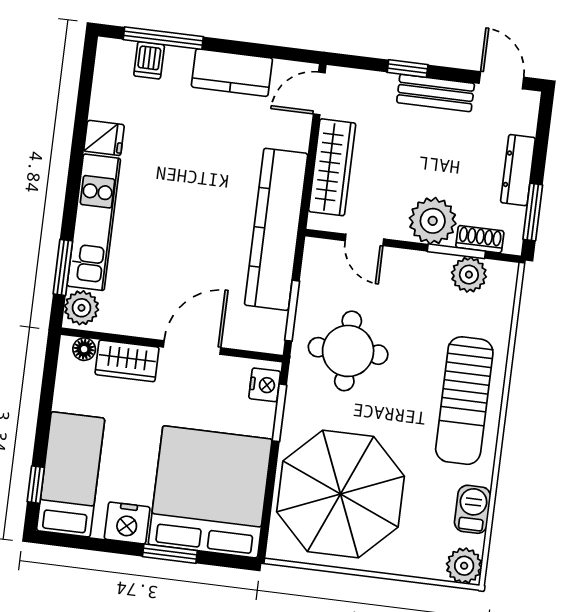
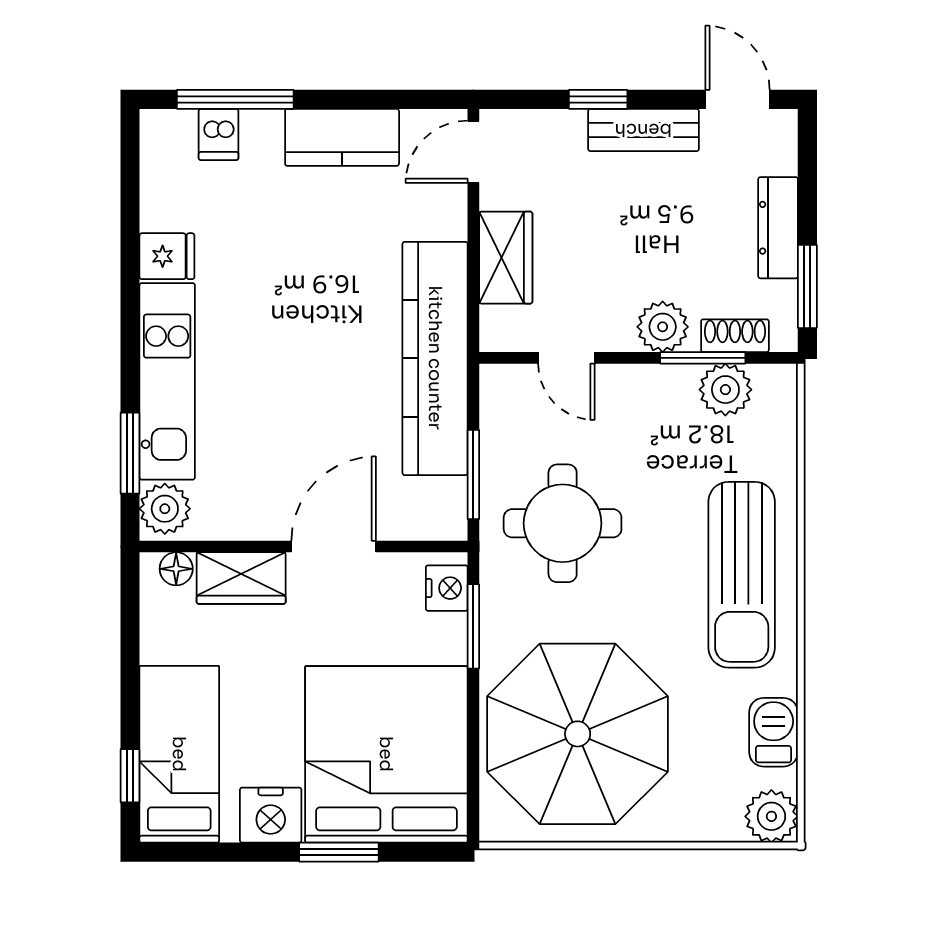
wardrobe: (332, 167) -> (506, 258), width x0.67
plant: (433, 221) -> (663, 327), width x0.73, depth x0.73

